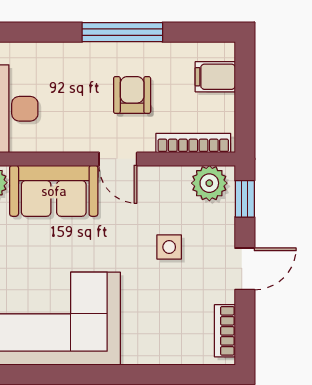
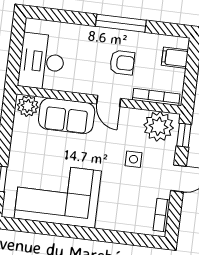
armchair: (132, 95) -> (122, 63), turned 90
plant: (209, 183) -> (159, 126), width x1.36, depth x1.36

